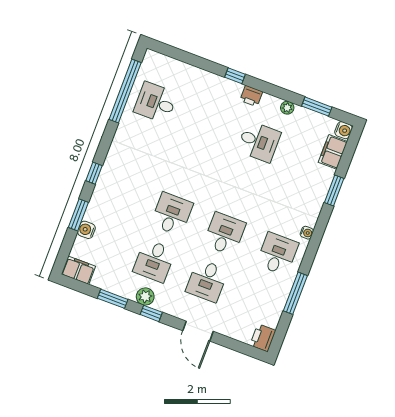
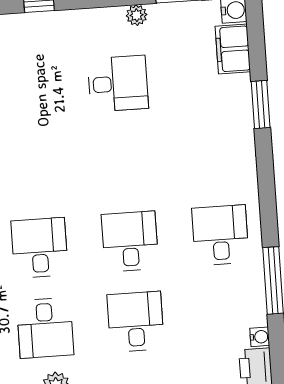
printer: (251, 96) -> (76, 22), removed
water cooler: (307, 233) -> (260, 337), moved
desk: (207, 281) -> (136, 322), turned 180

